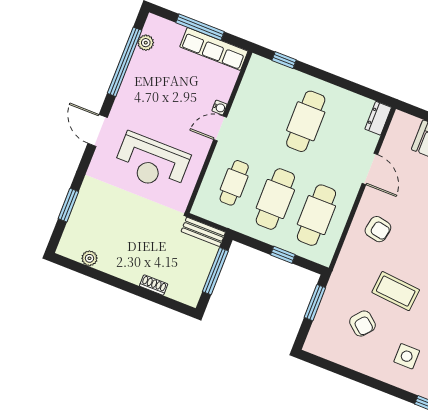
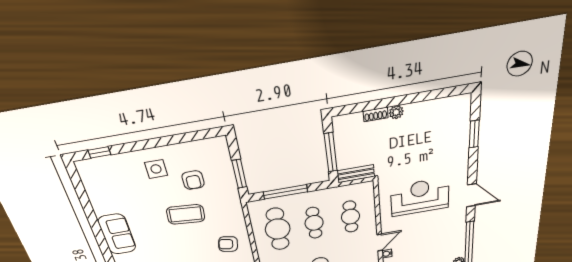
cafe table: (275, 199) -> (314, 223), width x0.73, depth x0.74
window: (283, 255) -> (285, 192), width x2.17
plant: (89, 258) -> (396, 112), moved
armchair: (362, 324) -> (193, 180), turned -130
side table: (407, 356) -> (156, 169), moved

